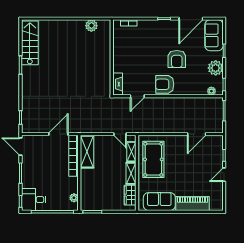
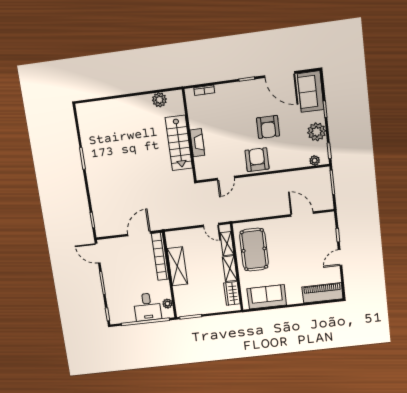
door: (191, 19) -> (280, 75), hinge flipped
stairs: (30, 43) -> (179, 143), moved, turned 180
fireplace: (118, 84) -> (197, 143), moved
armchair: (165, 84) -> (257, 160), turned 90
door: (197, 134) -> (302, 214), swing flipped
shelving: (87, 152) -> (177, 266), moved
desk: (34, 200) -> (147, 307), moved, turned -90
piano: (193, 203) -> (322, 293), moved

